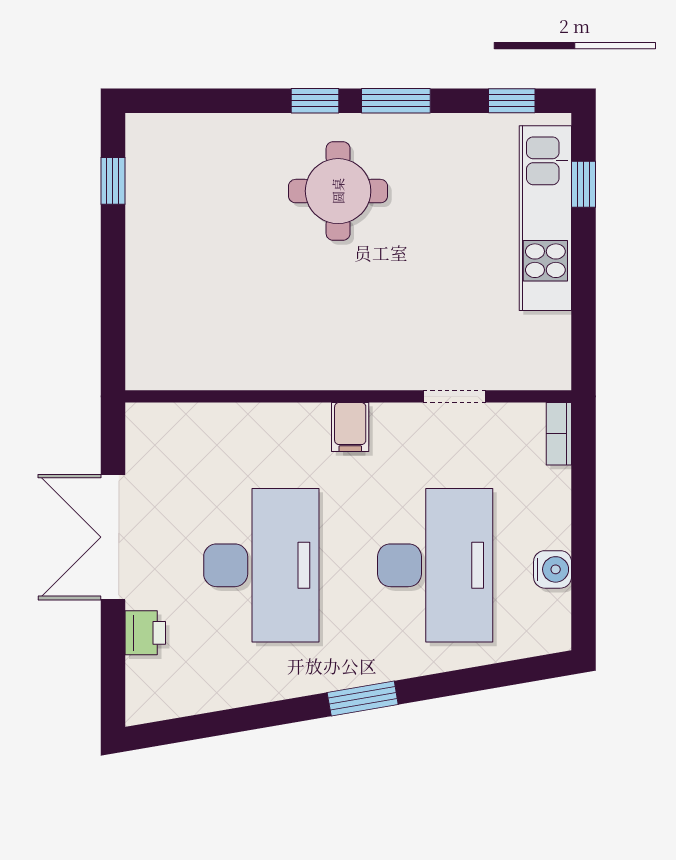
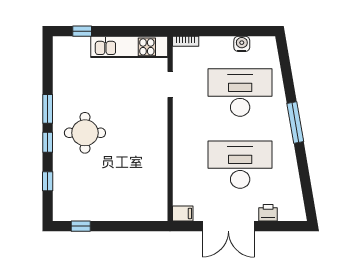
window: (512, 101) -> (48, 181), moved
kitchen unit: (545, 218) -> (129, 47), moved
filing cabinet: (350, 427) -> (183, 213), moved
window: (363, 698) -> (295, 123), width x1.44

